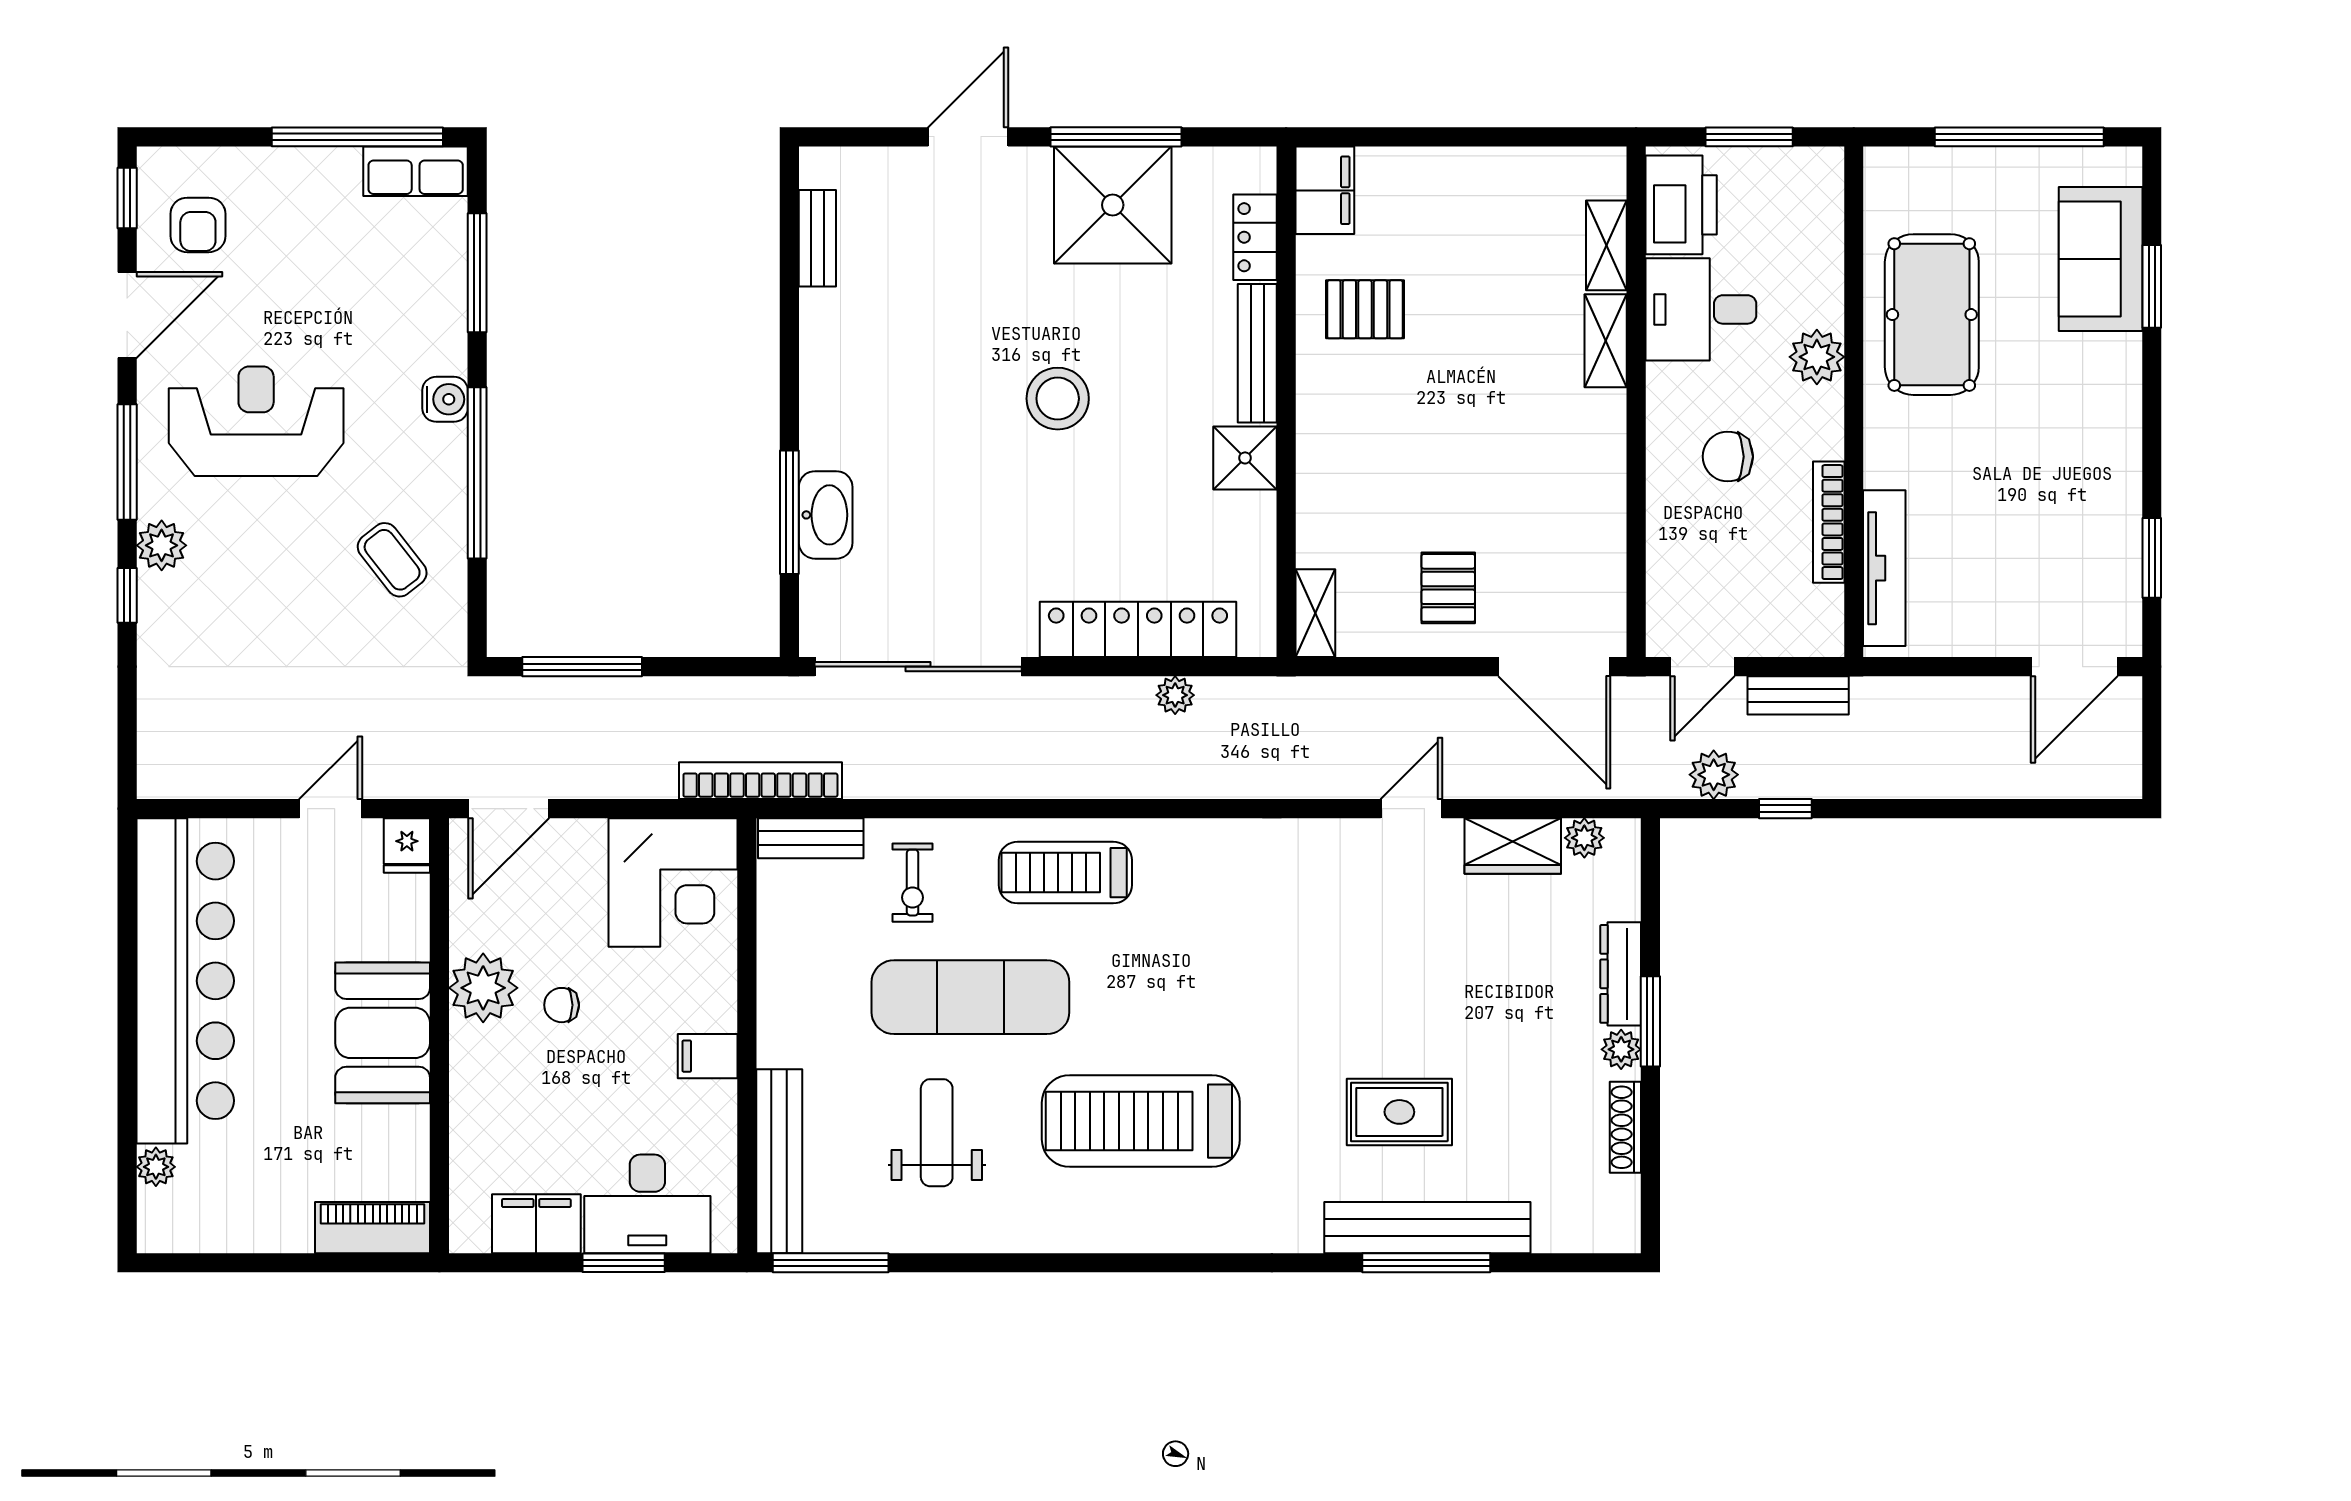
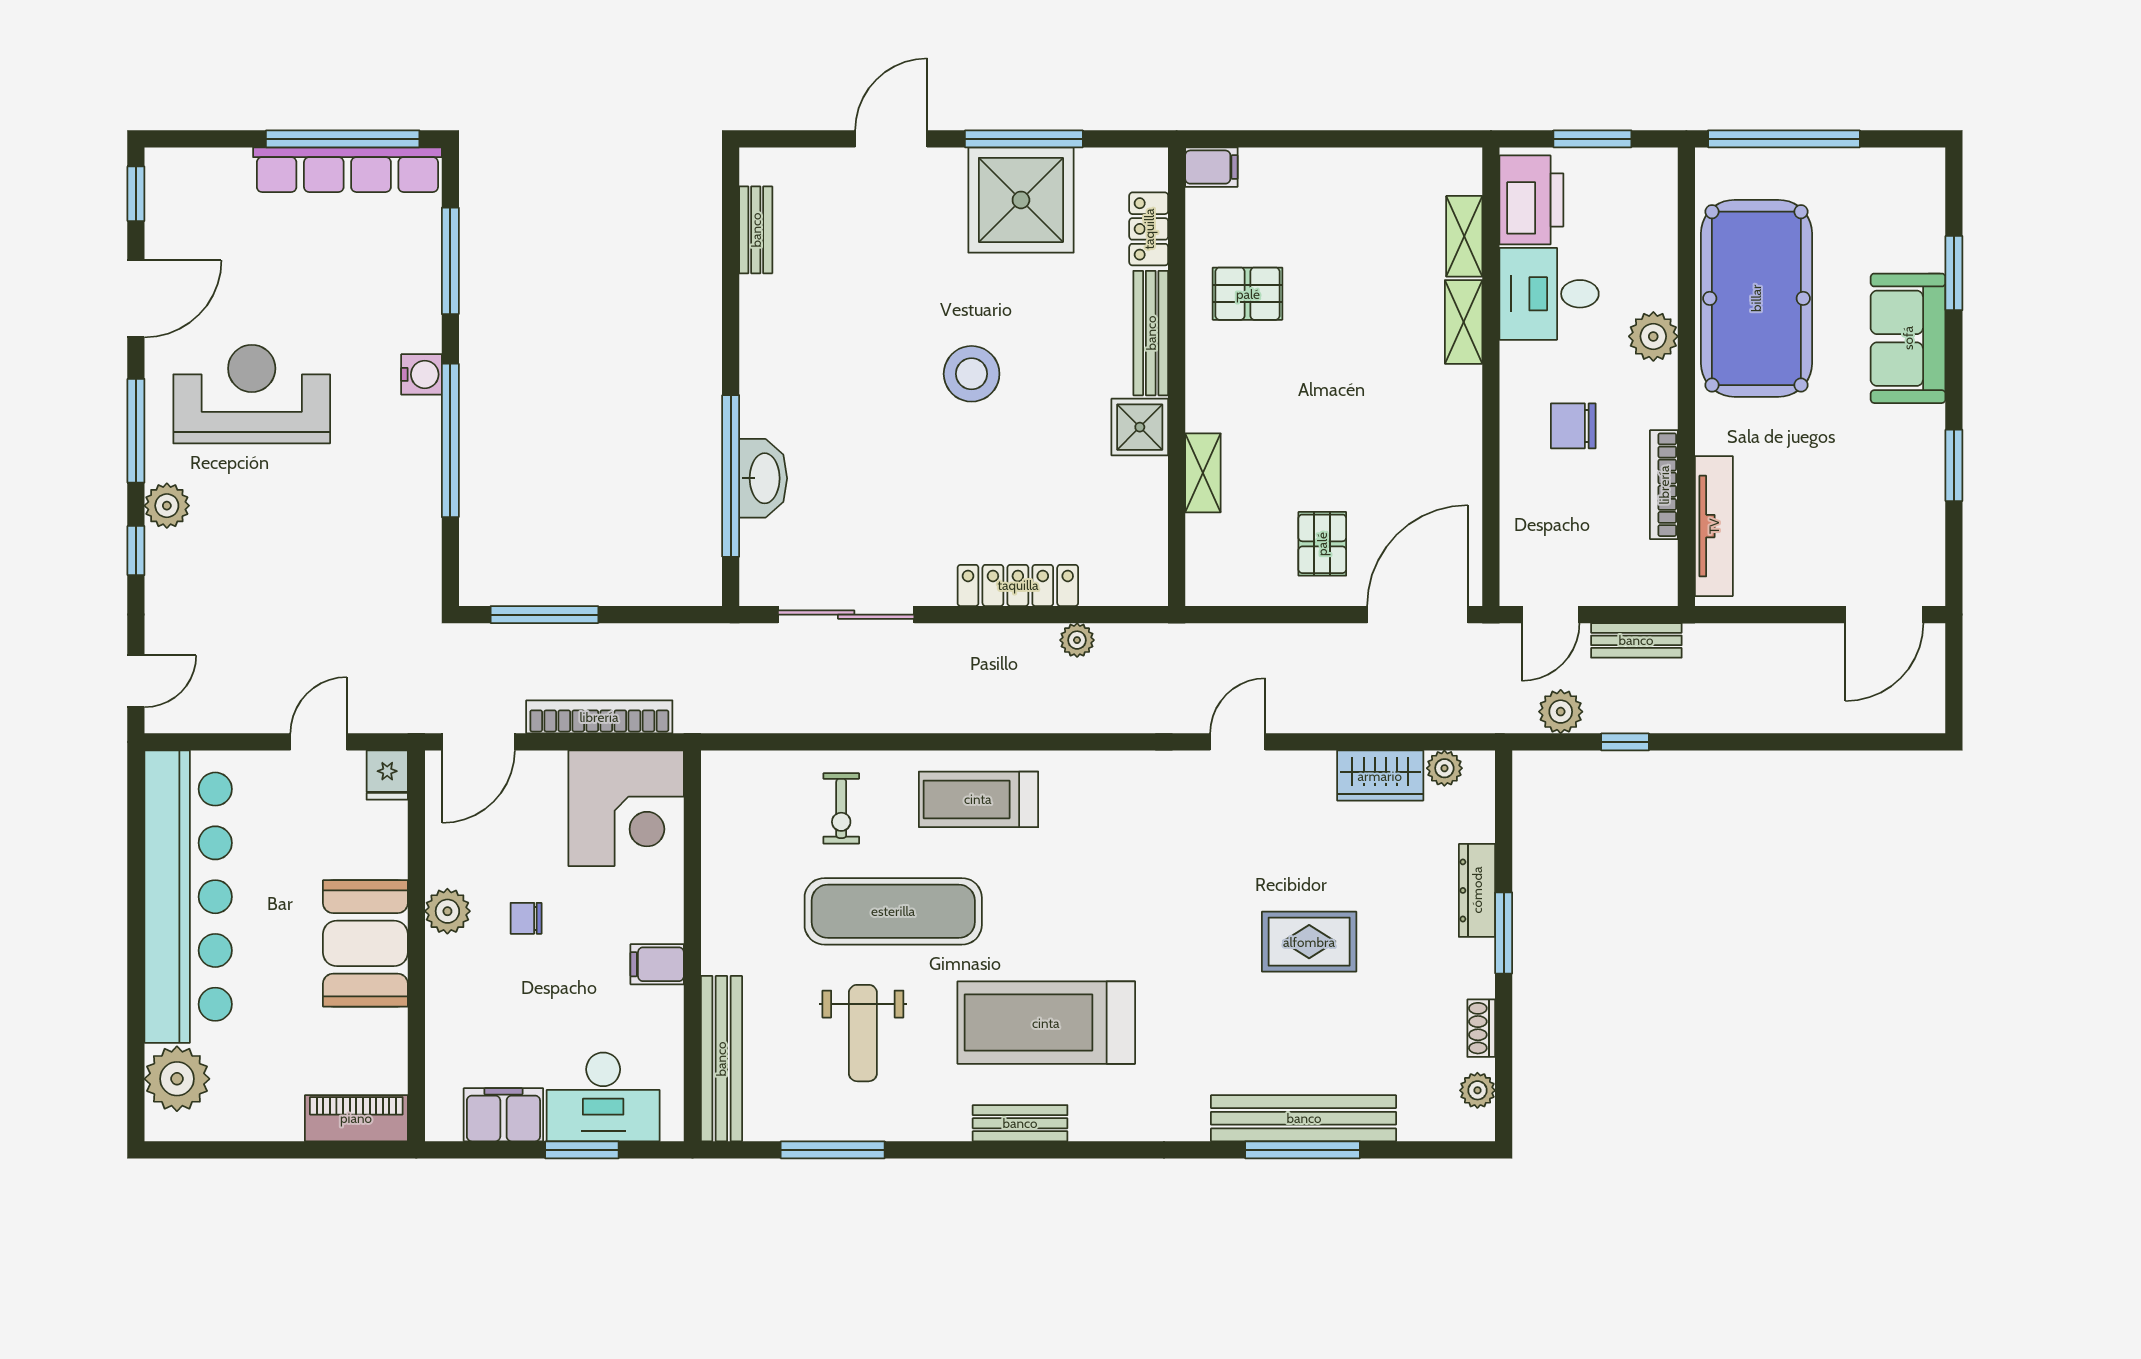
window: (2019, 137) -> (1784, 139), moved
row of seats: (416, 171) -> (347, 170), width x2.02
filing cabinet: (1325, 190) -> (1211, 167), width x0.50
armchair: (198, 225) -> (200, 218), removed
sofa: (2101, 259) -> (1908, 338), moved
pool table: (1932, 315) -> (1756, 298), width x1.36, depth x1.32
window: (789, 512) -> (731, 476), width x1.46
window: (2152, 558) -> (1954, 465), moved
coffee table: (392, 560) -> (374, 519), removed
shelving: (1315, 613) -> (1203, 473), moved
locker: (1138, 629) -> (1018, 585), width x0.71, depth x0.83
sliding door: (918, 667) -> (846, 615), width x0.73
door: (1554, 667) -> (1417, 615), swing flipped
door: (127, 741) -> (136, 681), added
bookcase: (760, 781) -> (599, 717), moved
door: (1411, 809) -> (1238, 742), moved
bench: (811, 838) -> (1020, 1123), moved
plant: (483, 988) -> (447, 911), width x0.73, depth x0.73
plant: (1621, 1049) -> (1477, 1090), moved
rug: (1399, 1112) -> (1309, 942), moved
shoe rack: (1625, 1127) -> (1481, 1028), width x0.70
weight bench: (937, 1133) -> (863, 1033), turned 180
plant: (156, 1167) -> (177, 1079), width x1.87, depth x1.87
window: (831, 1263) -> (833, 1150), moved

